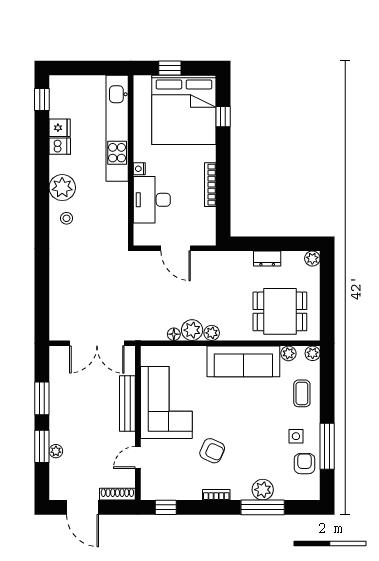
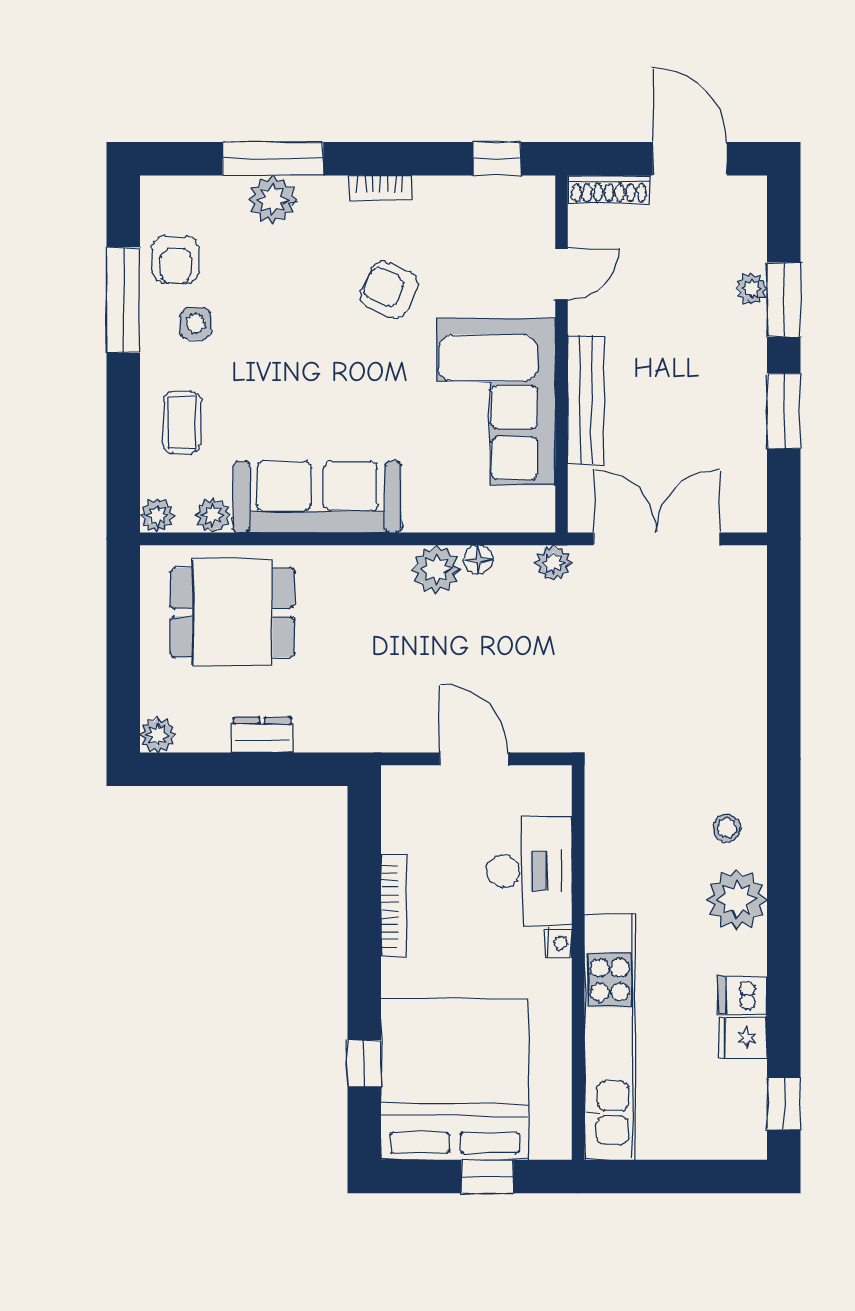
plant: (212, 333) -> (553, 563), moved

